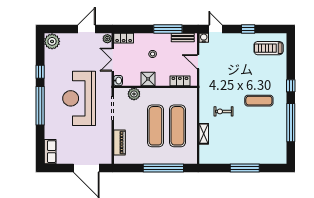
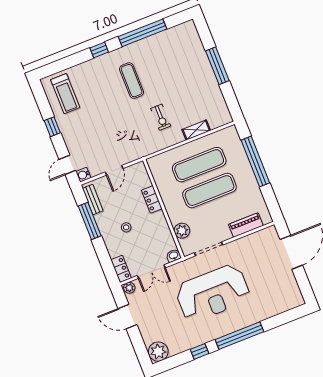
shower: (148, 79) -> (158, 221), removed
locker: (180, 81) -> (152, 199), moved
row of seats: (50, 152) -> (289, 302), removed

